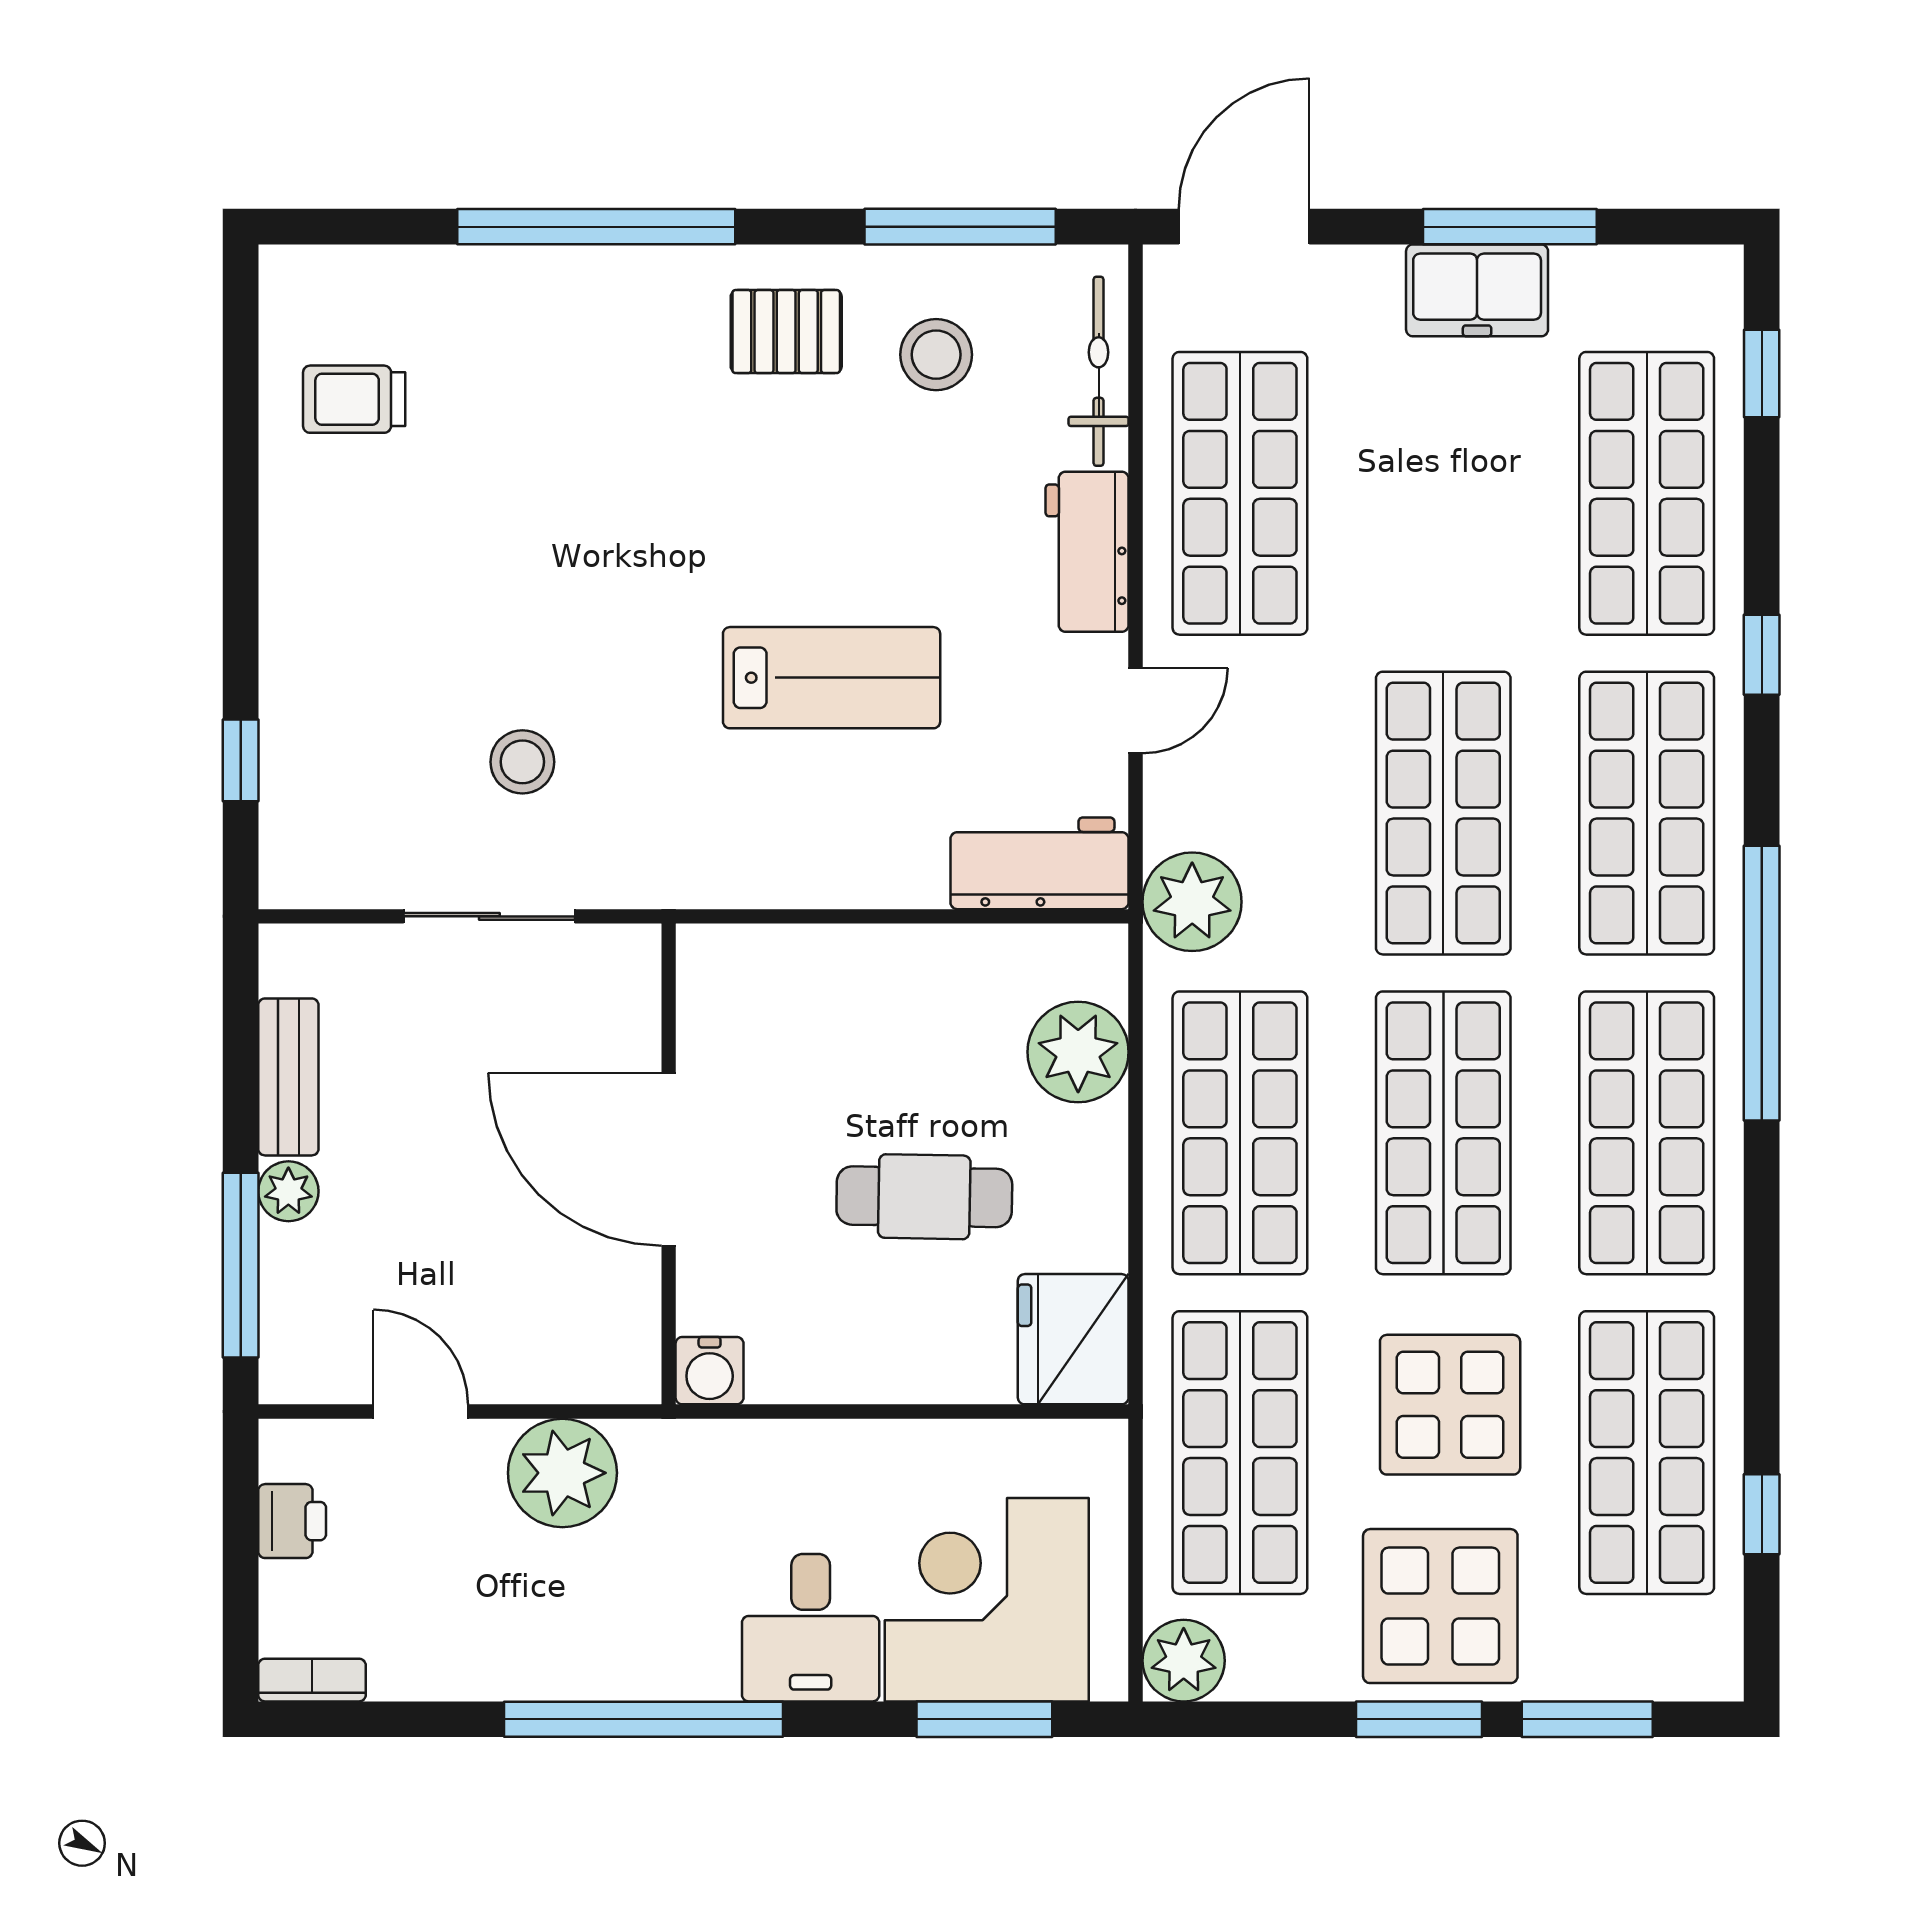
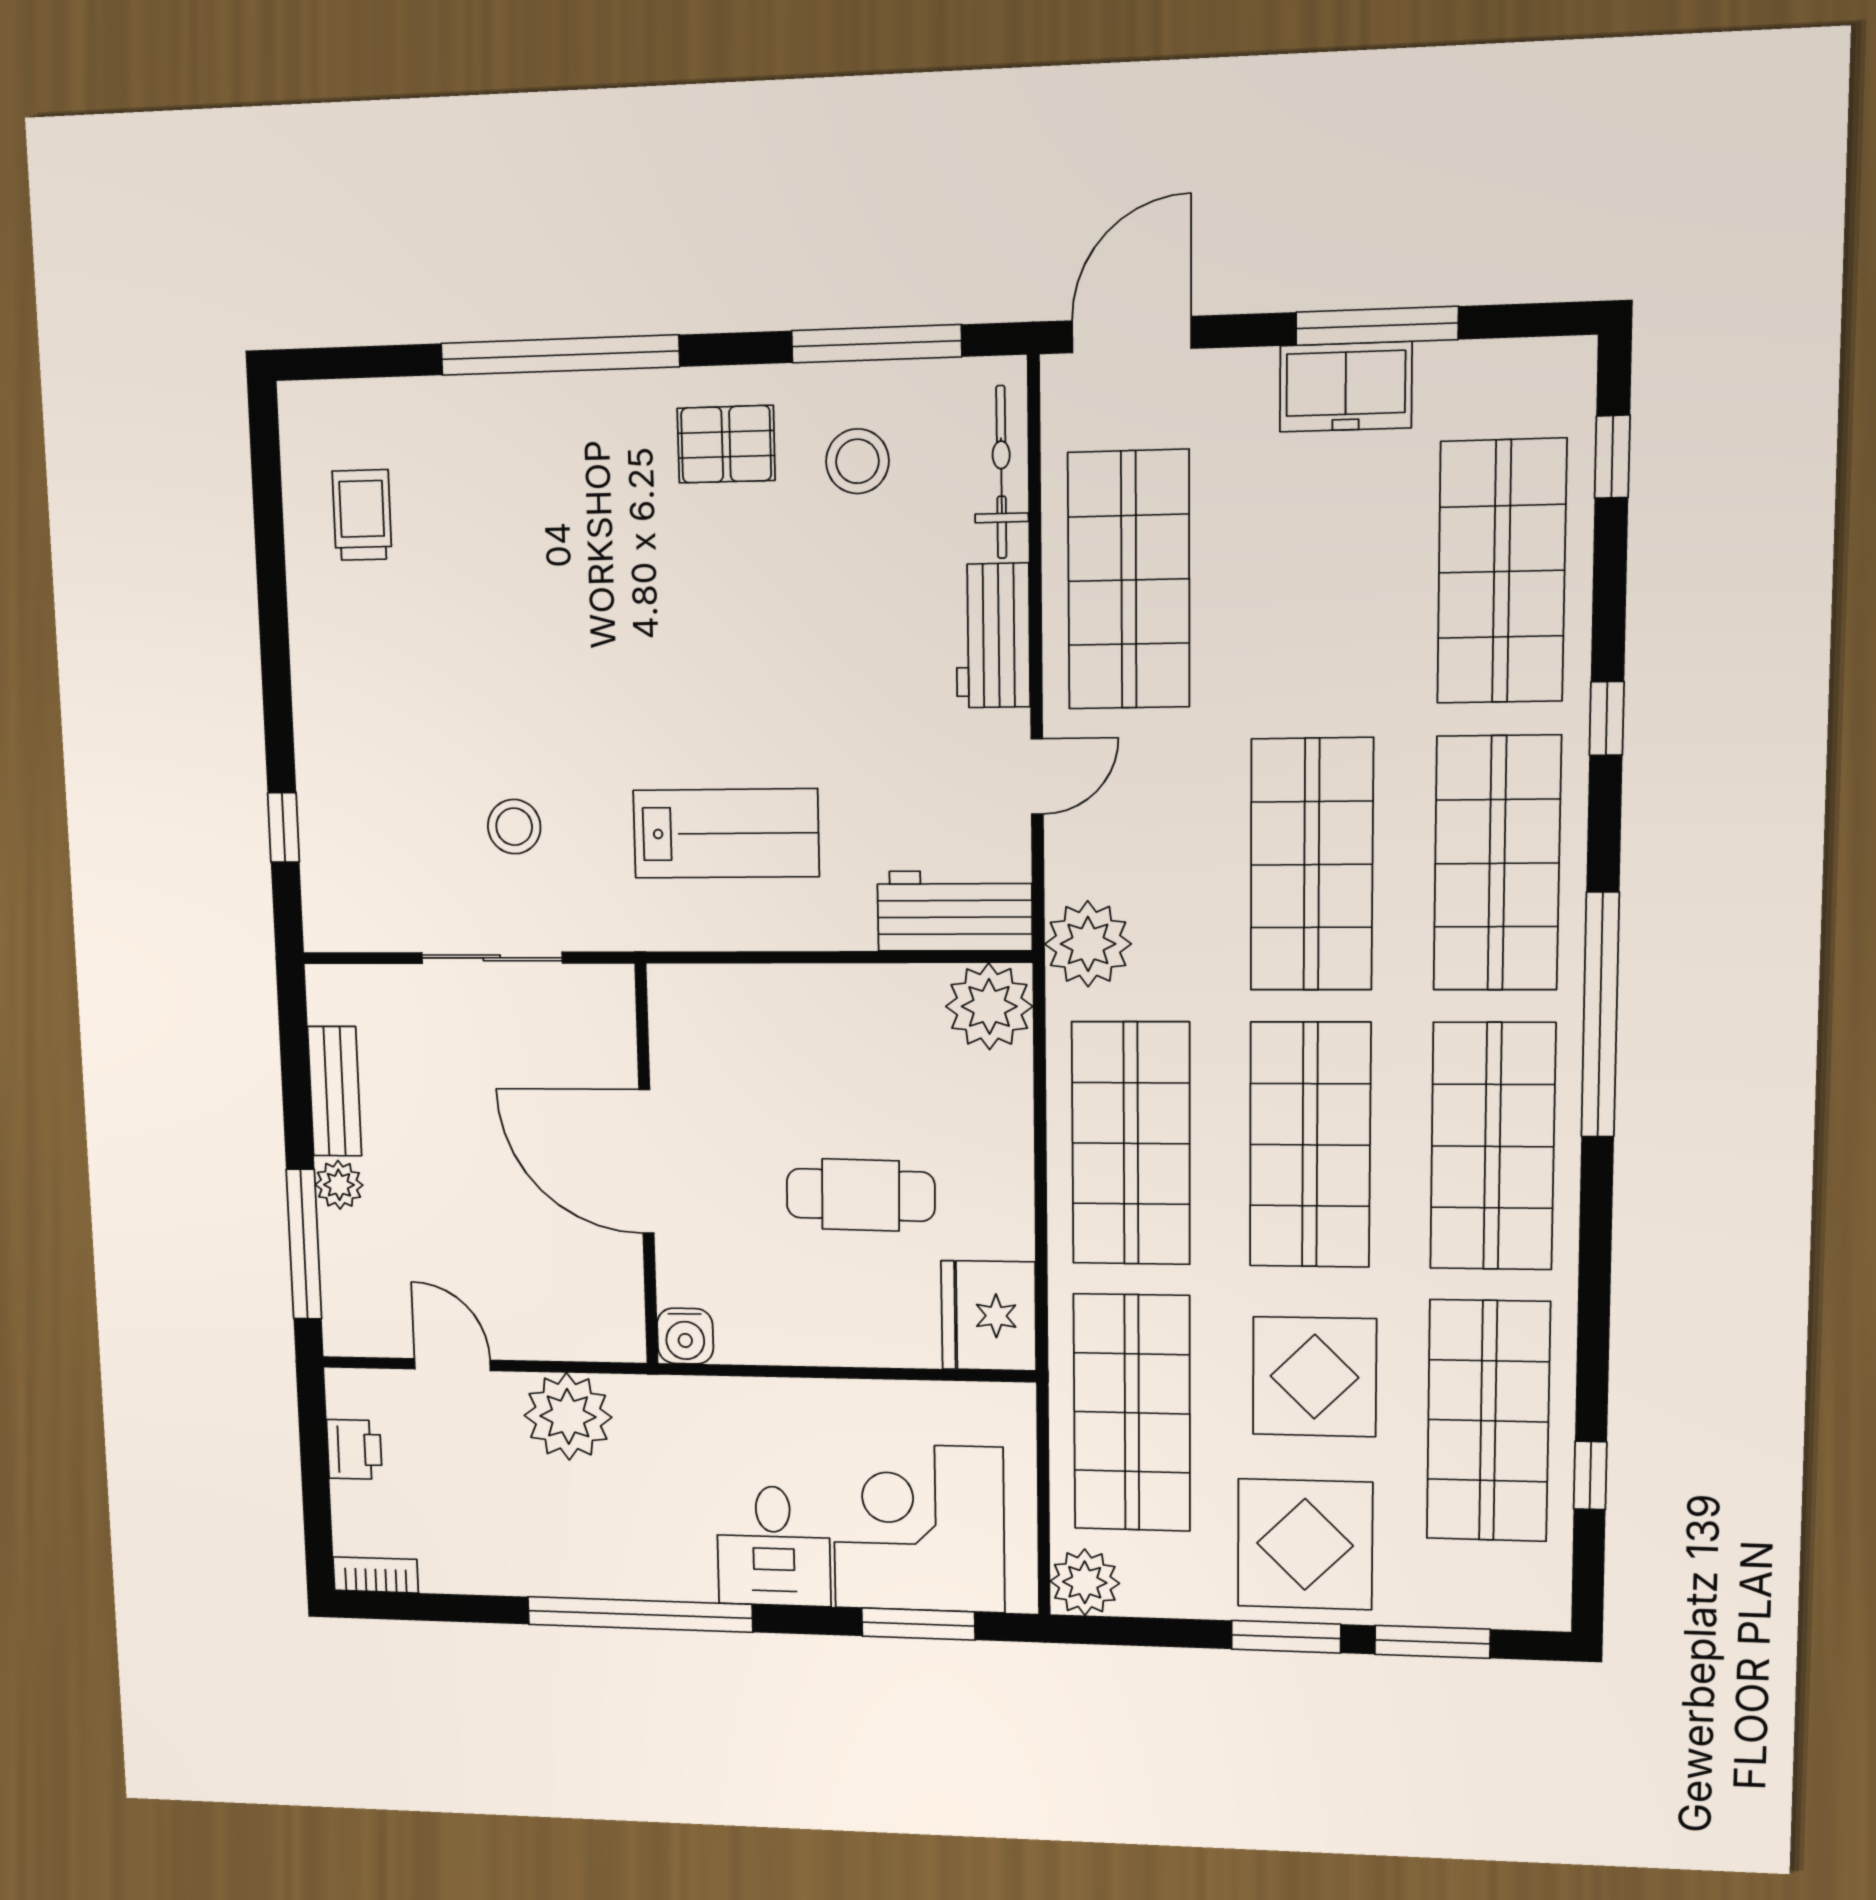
trolley: (354, 399) -> (362, 515), turned 90
lab bench: (832, 678) -> (726, 833), moved
plant: (1078, 1052) -> (989, 1006), moved

